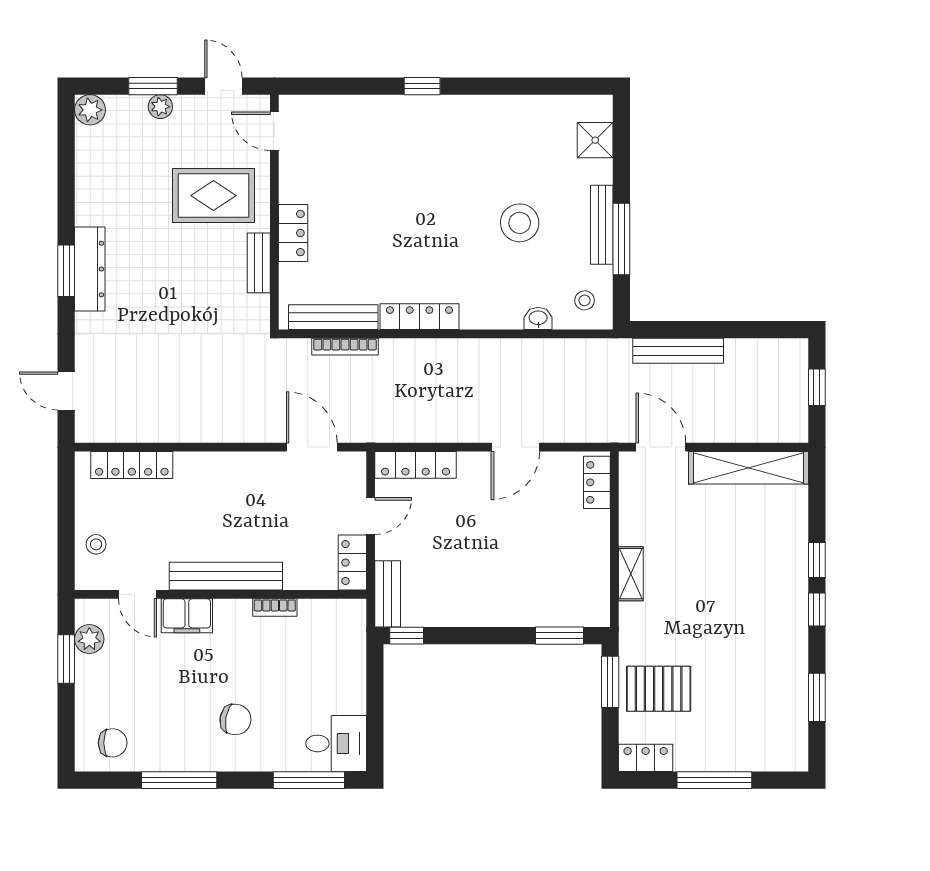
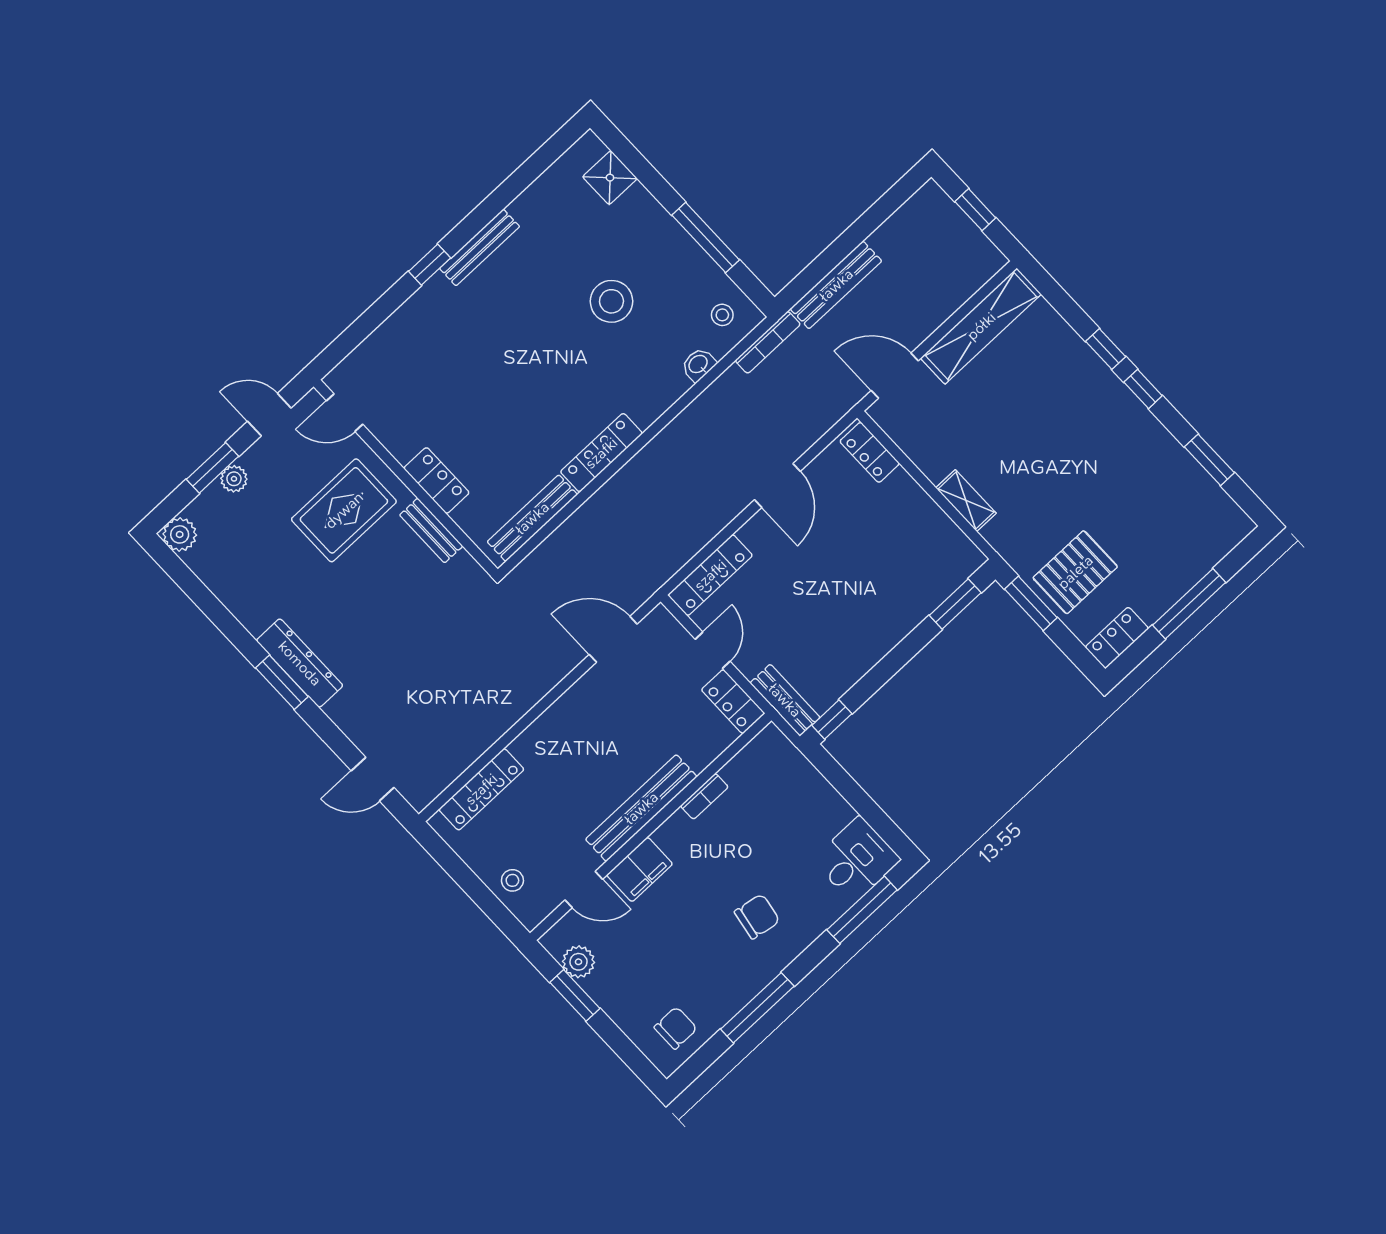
bench: (602, 225) -> (480, 247), moved, turned 90
bookcase: (345, 347) -> (768, 342), moved

